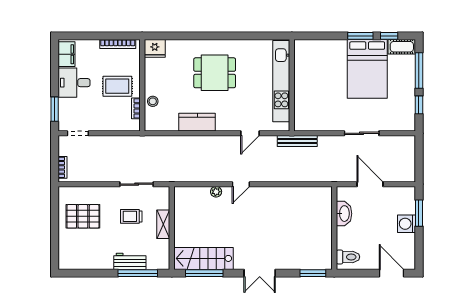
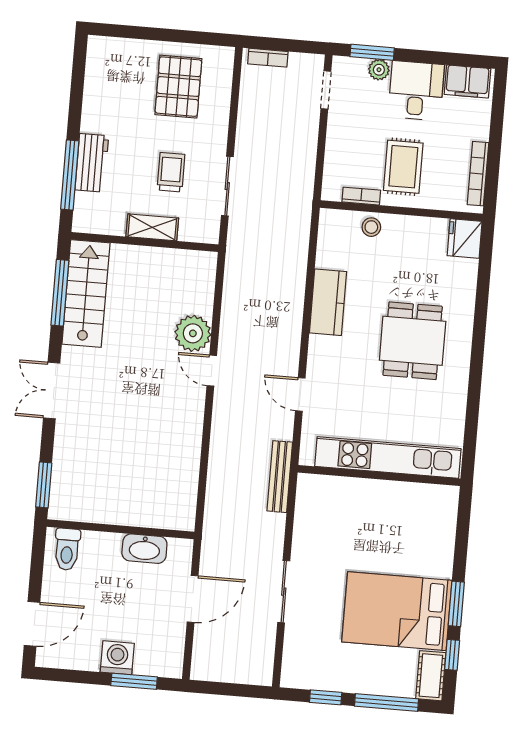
plant: (64, 104) -> (379, 70), added
plant: (216, 192) -> (193, 333), width x1.88, depth x1.88

